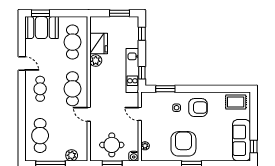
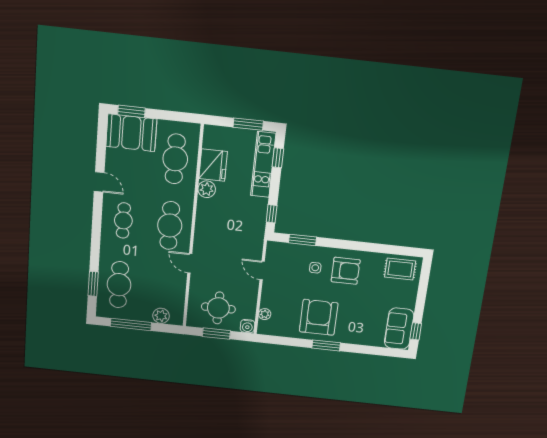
kitchen unit: (132, 71) -> (263, 165), moved
window: (22, 137) -> (93, 284), added
sofa: (242, 140) -> (399, 329), width x0.73

